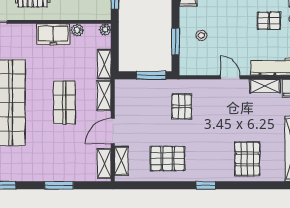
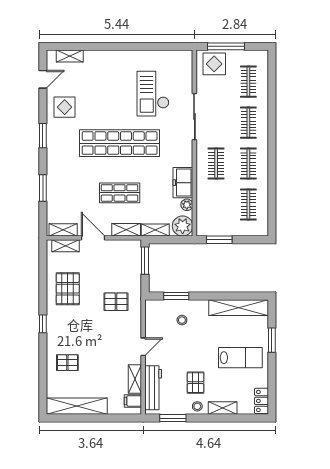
plant: (105, 30) -> (183, 226), width x1.88, depth x1.88
window: (151, 75) -> (145, 261), moved
pallet: (247, 159) -> (67, 363), width x0.67, depth x0.71

